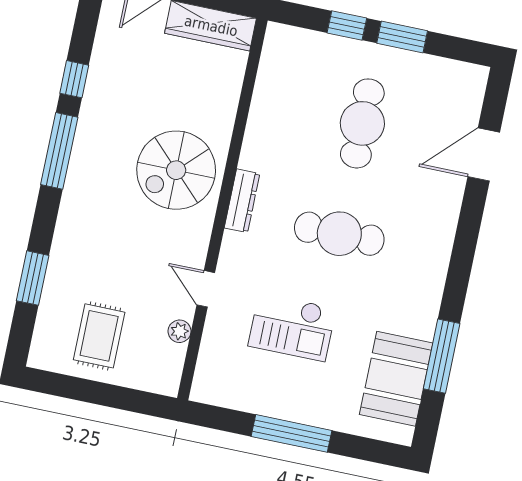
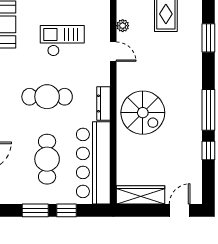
bar counter: (282, 100) -> (93, 163), added
spiral stairs: (176, 170) -> (143, 113), turned 90

